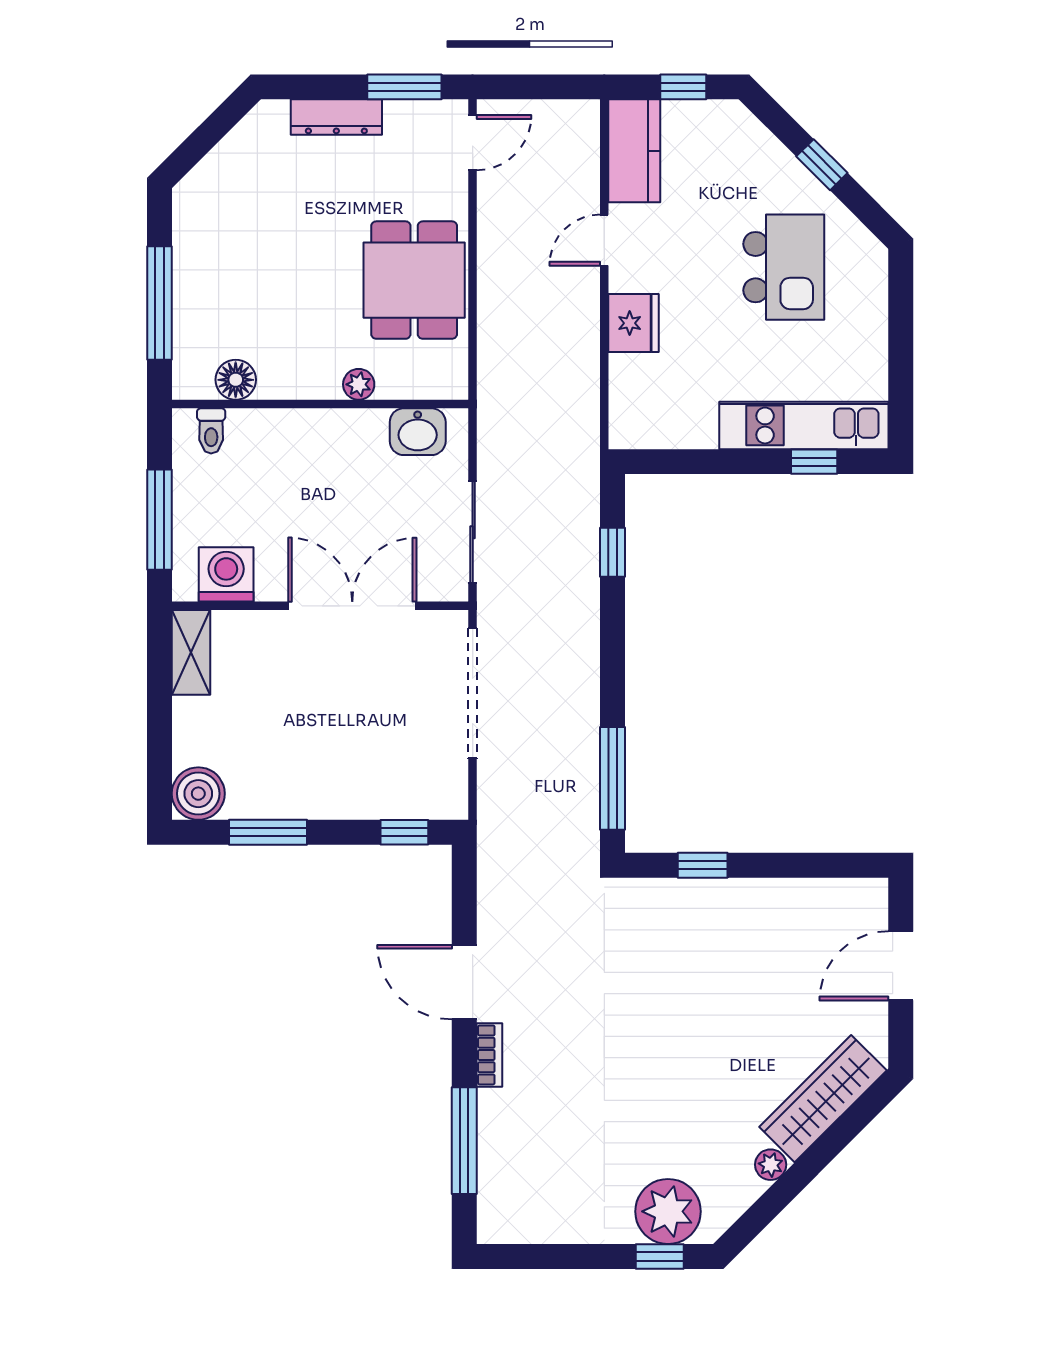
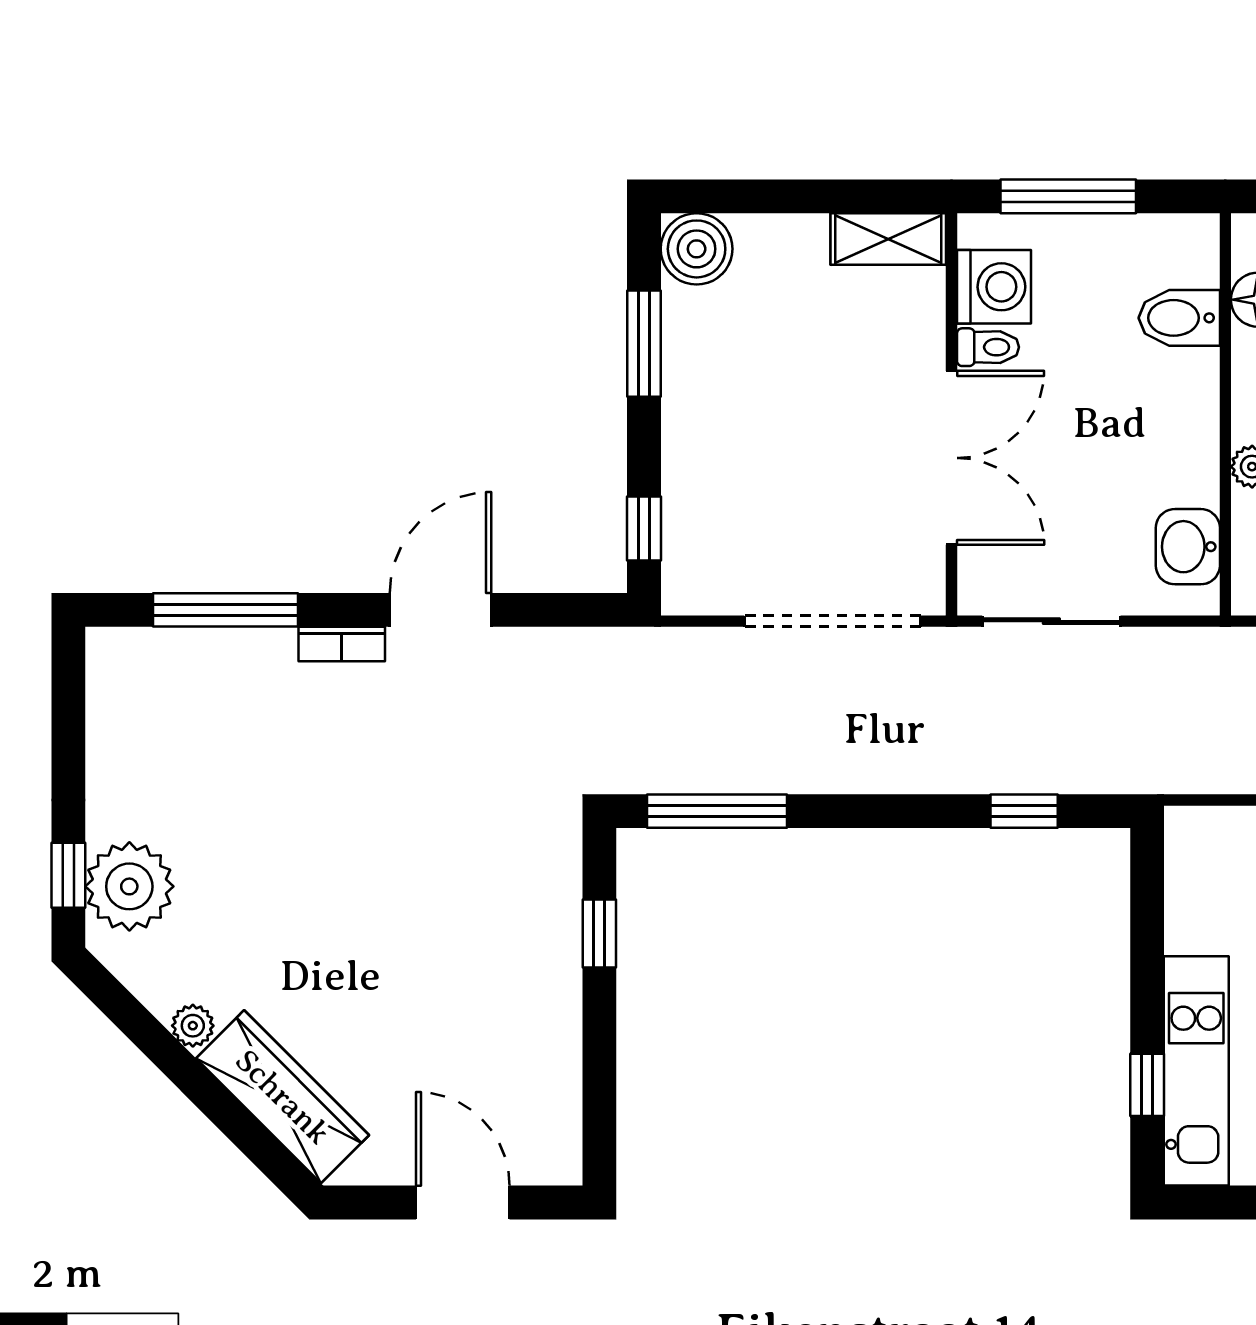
toilet: (211, 431) -> (988, 347), moved, turned 180
bidet: (249, 438) -> (1179, 318), added

